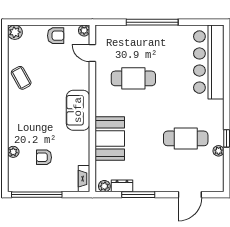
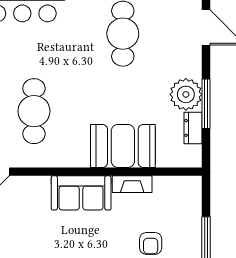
fireplace: (84, 179) -> (132, 184), moved
plant: (104, 186) -> (186, 94), moved, width x1.87, depth x1.87

